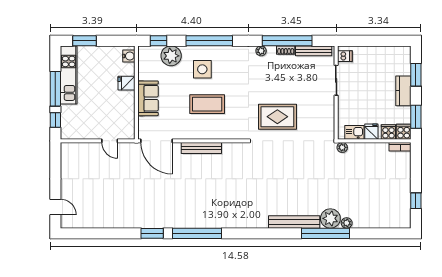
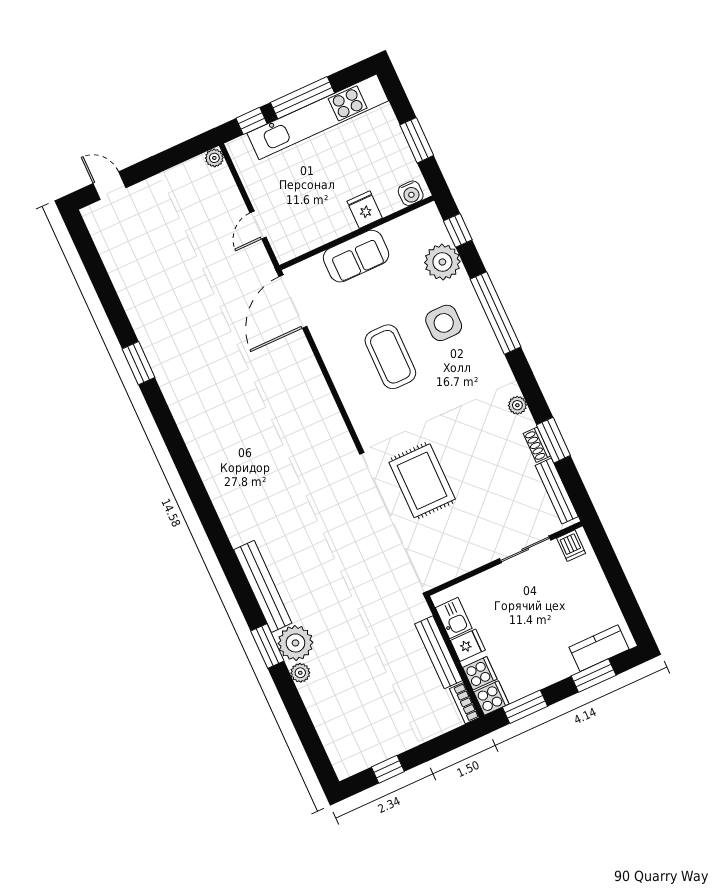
window: (85, 41) -> (417, 140), moved
window: (287, 41) -> (553, 440), width x0.47
kitchen unit: (69, 75) -> (318, 117), width x1.36
kitchen counter: (403, 91) -> (599, 648), moved
plant: (342, 147) -> (214, 158), moved
bench: (201, 148) -> (439, 652), moved
door: (55, 207) -> (110, 186), swing flipped
window: (197, 233) -> (172, 436), removed
window: (325, 233) -> (267, 646), width x0.47

